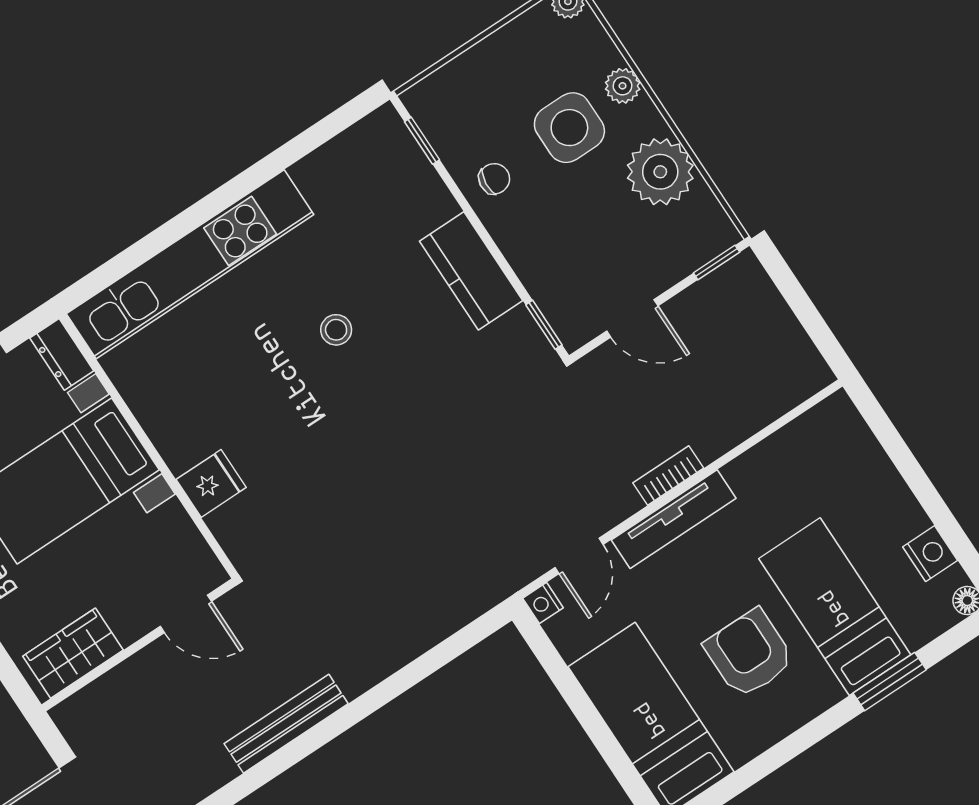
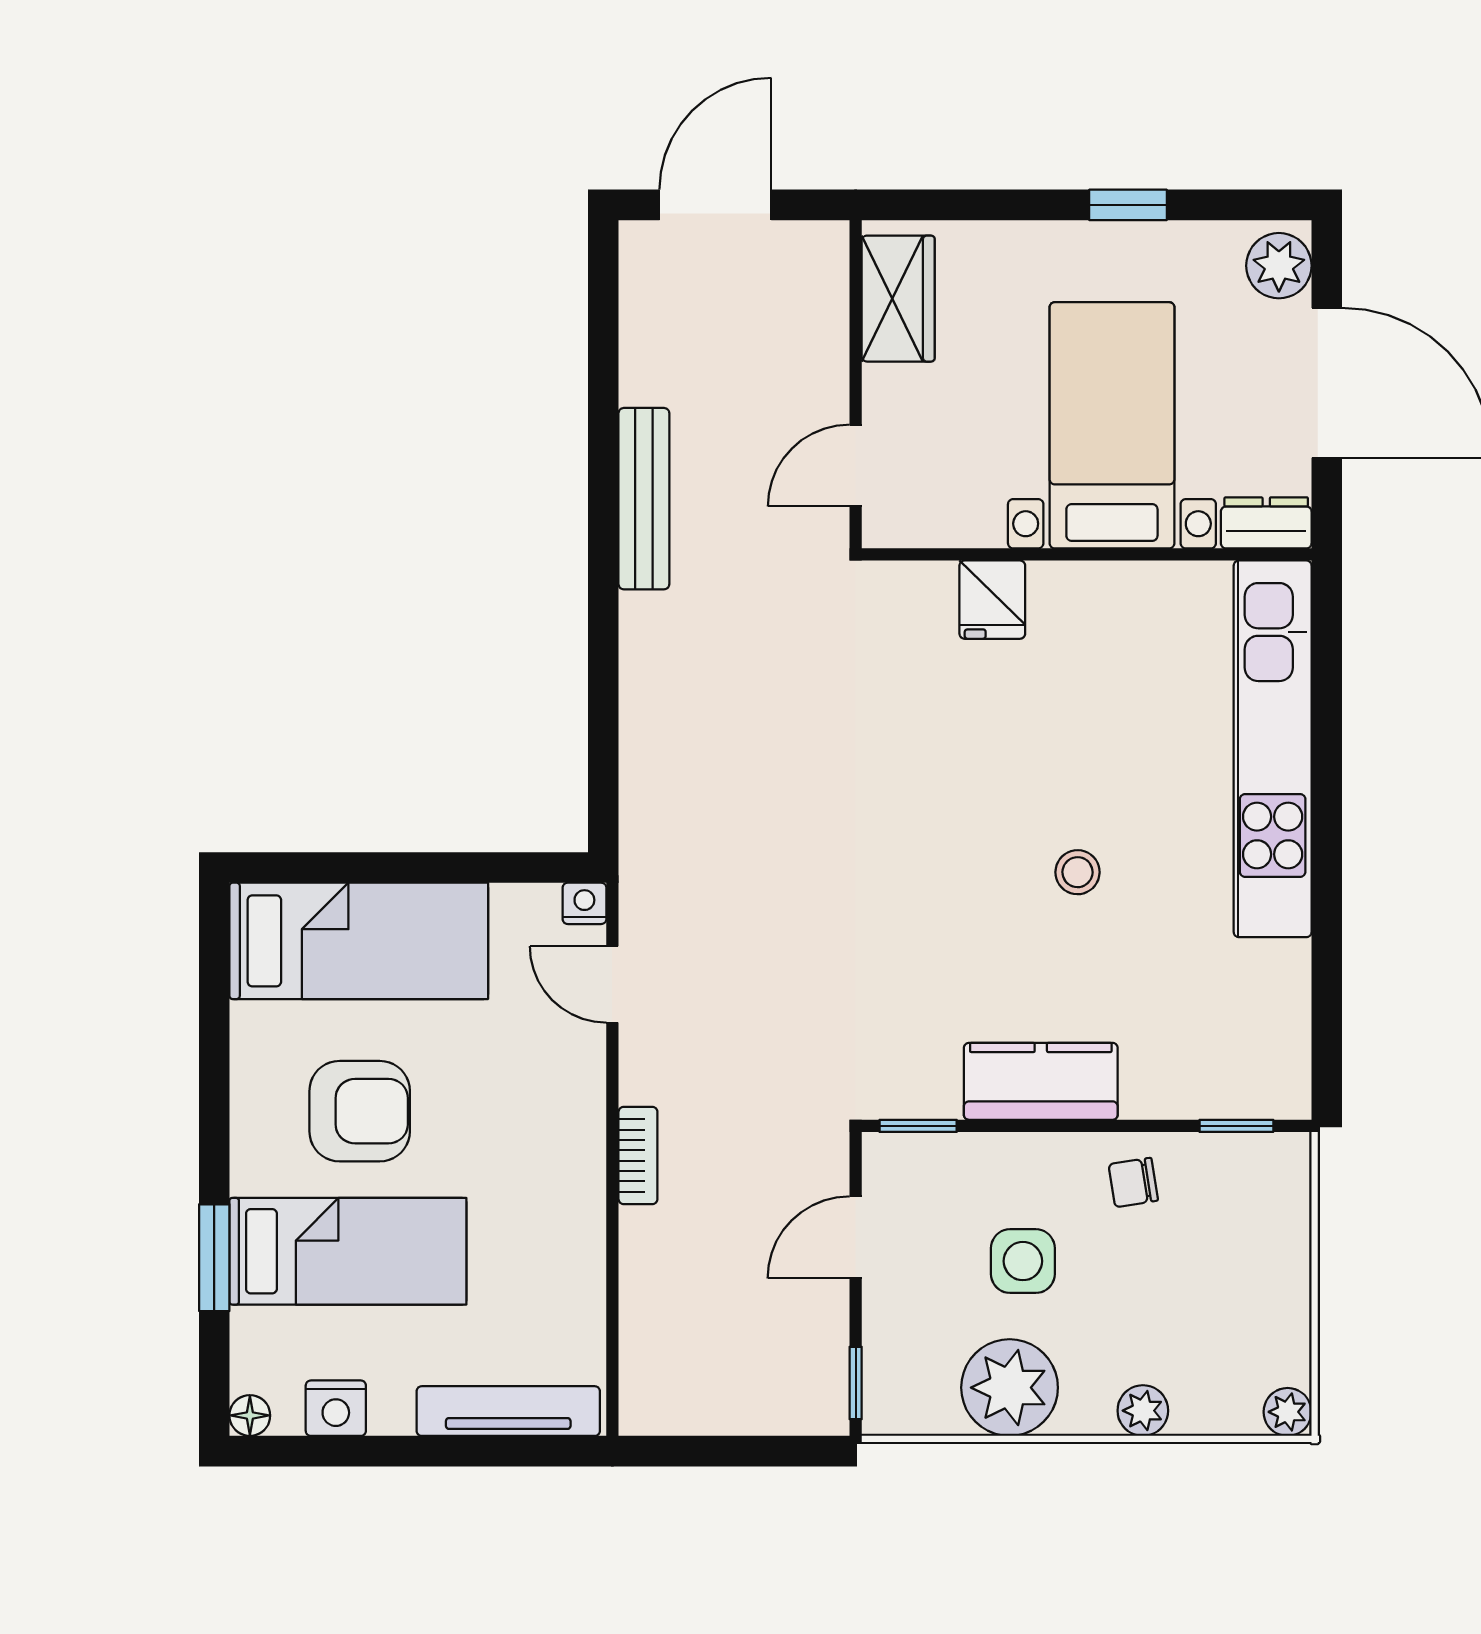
side table: (569, 128) -> (1023, 1261), moved, width x0.73, depth x0.73
chair: (494, 179) -> (1133, 1182), turned 76
tv unit: (674, 519) -> (508, 1411), moved, turned 90

